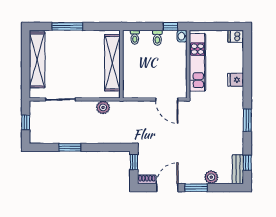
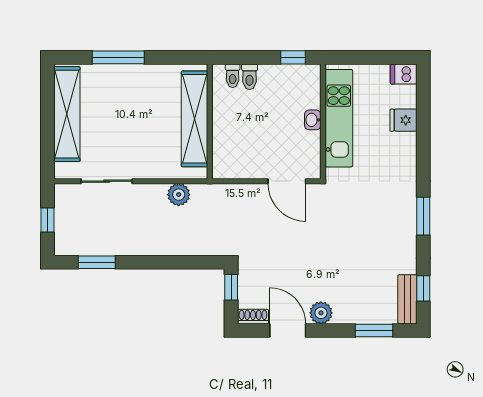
washbasin: (182, 36) -> (313, 120), moved
toilet: (157, 38) -> (250, 77), moved
fridge: (236, 80) -> (403, 120), moved
window: (70, 147) -> (97, 262), moved
plant: (211, 177) -> (321, 313), moved
door: (167, 188) -> (288, 331), hinge flipped
window: (196, 188) -> (374, 331), moved

